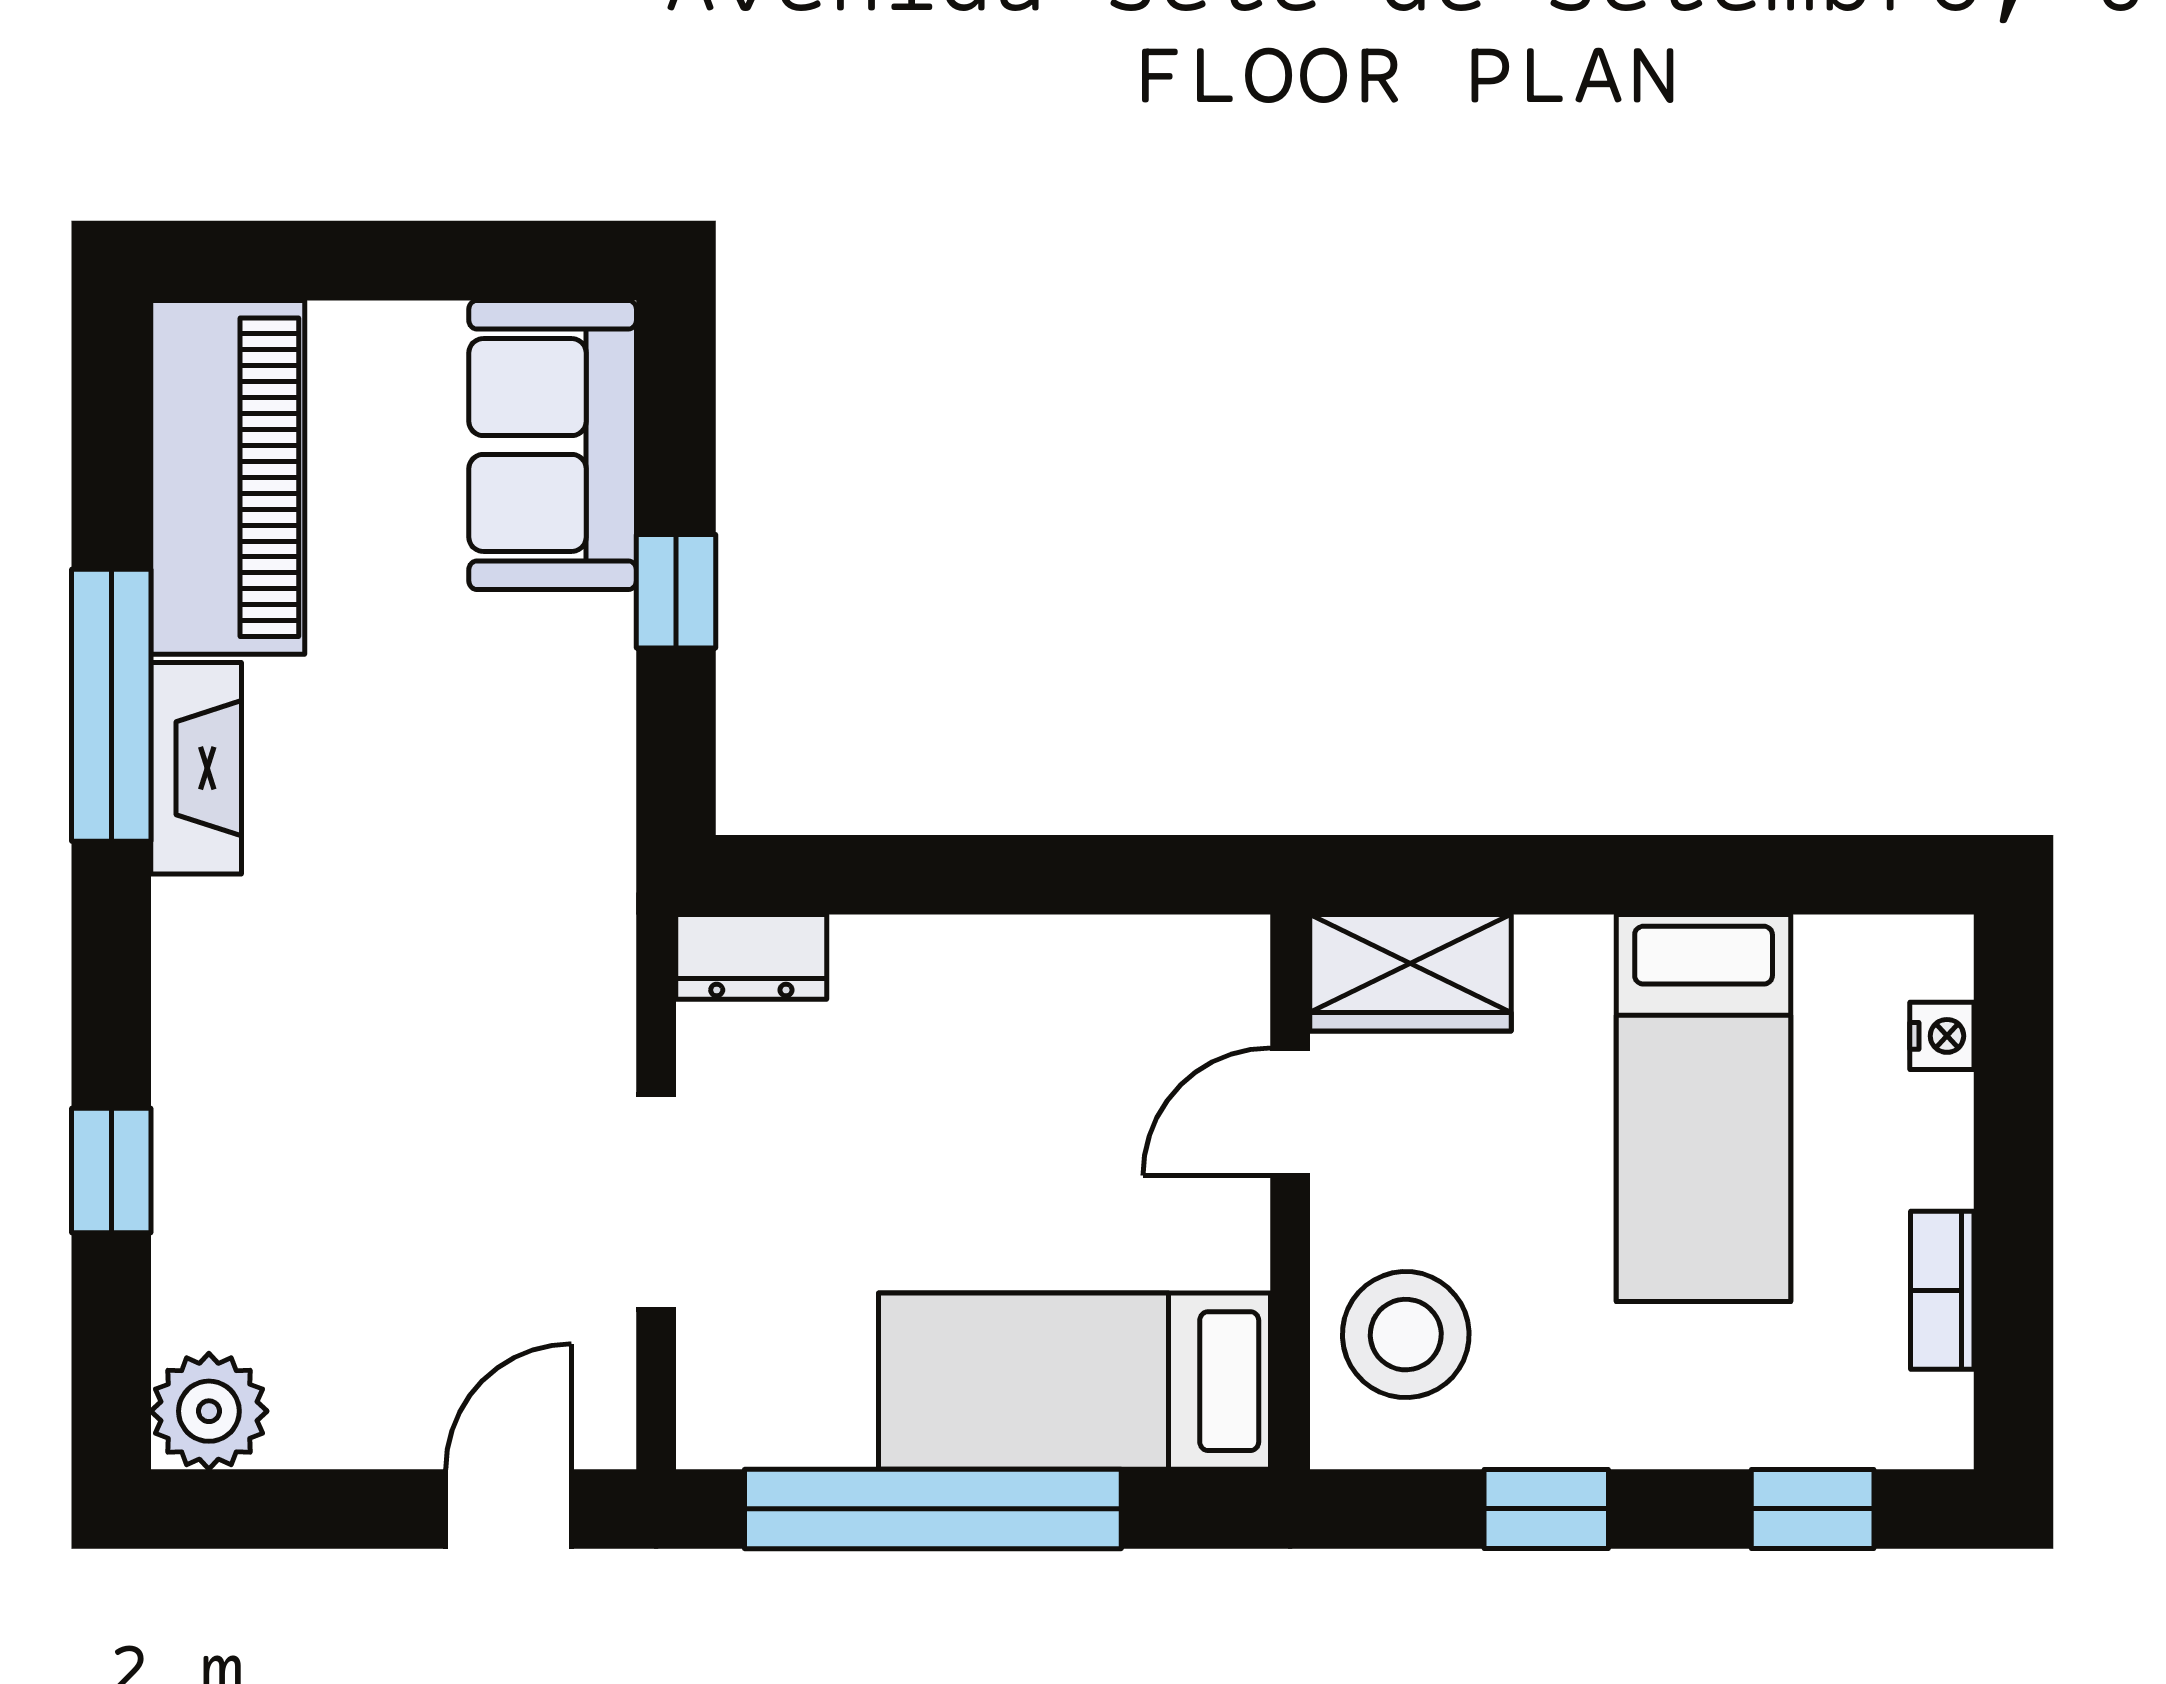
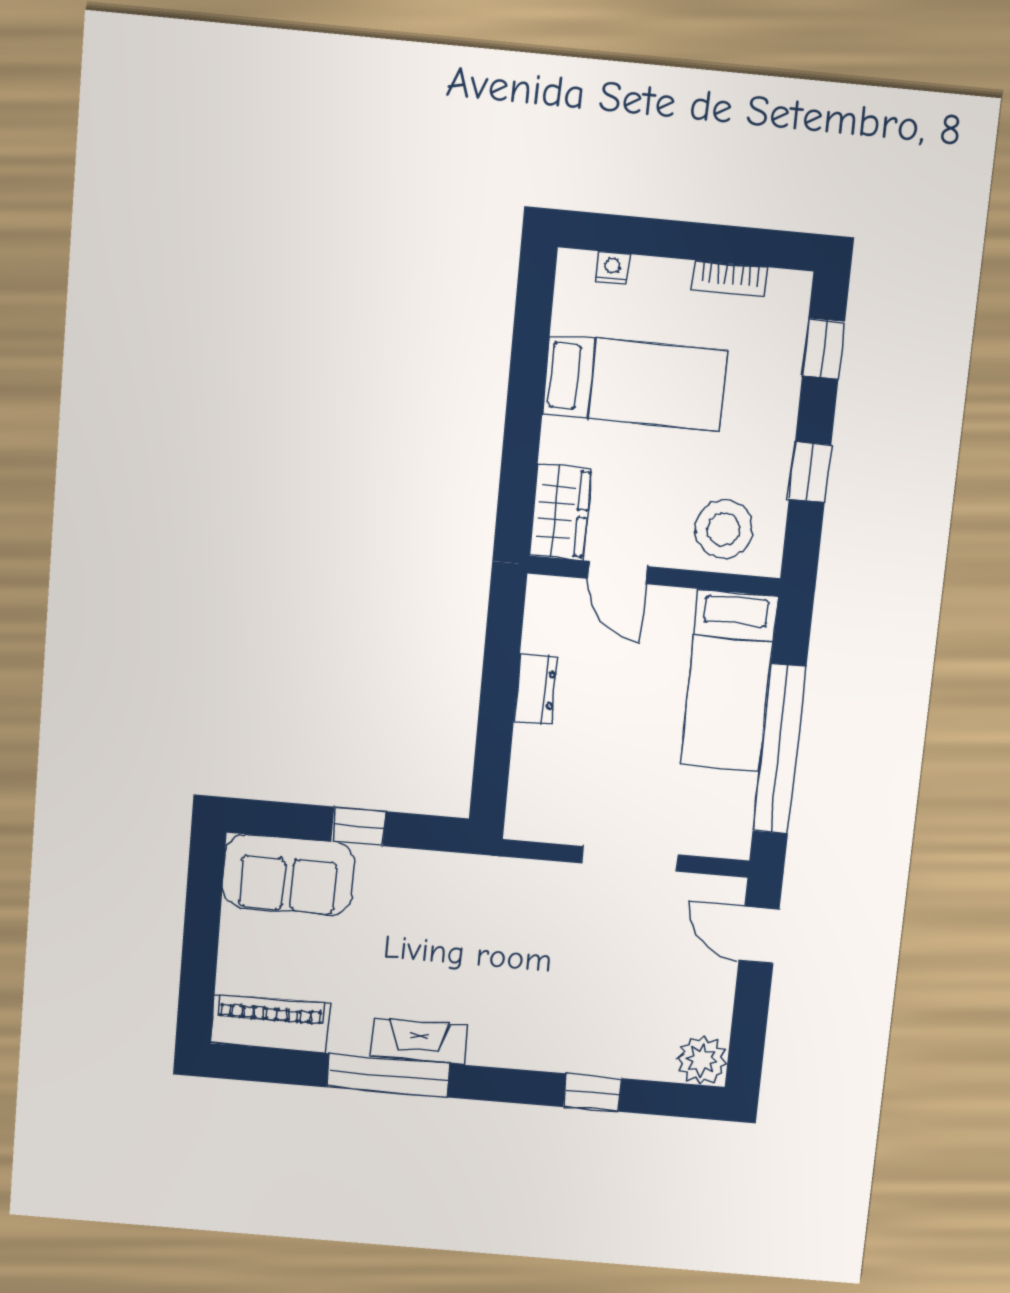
piano: (228, 477) -> (270, 1023), width x0.73, depth x0.75
dresser: (751, 957) -> (536, 689), moved

